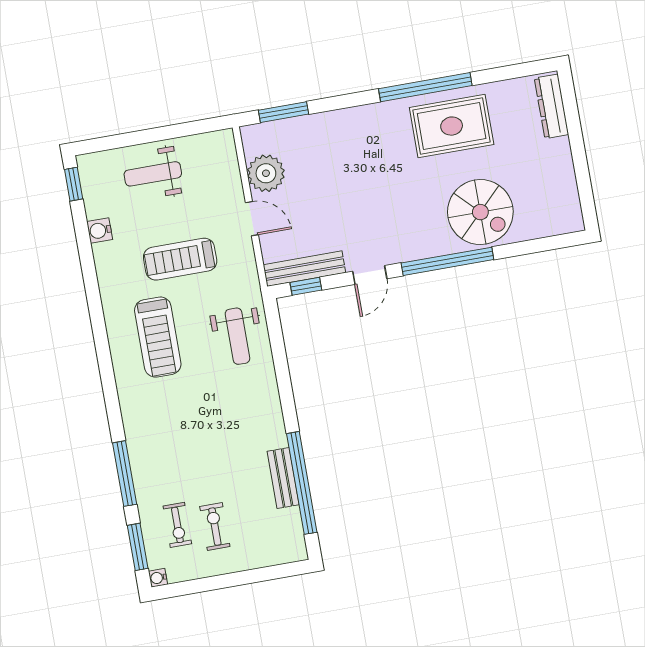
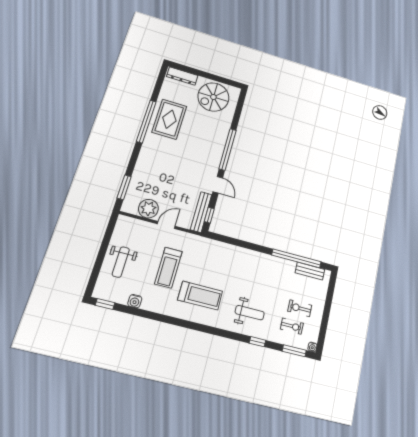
spiral stairs: (480, 212) -> (213, 97), moved, turned 180
weight bench: (237, 336) -> (250, 313), moved
window: (125, 474) -> (257, 342), width x0.46
bench: (283, 478) -> (310, 271), moved

